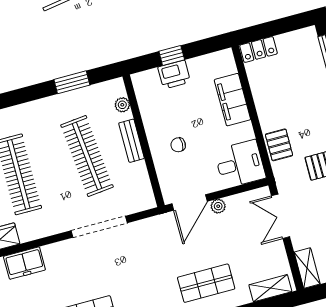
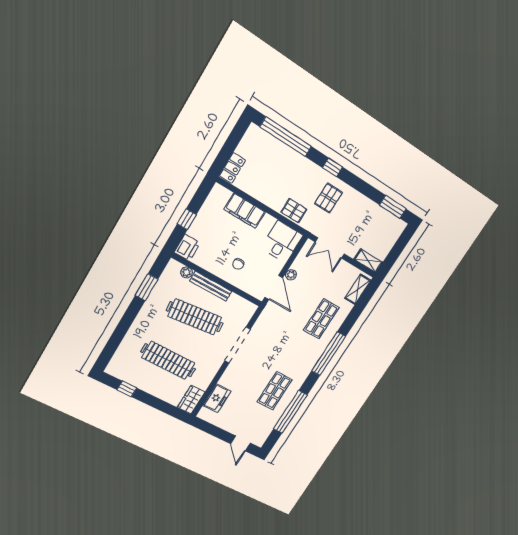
printer: (174, 75) -> (187, 248), moved
bench: (132, 141) -> (211, 286), width x1.36

